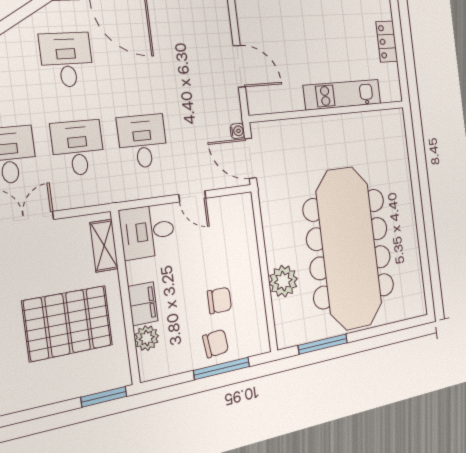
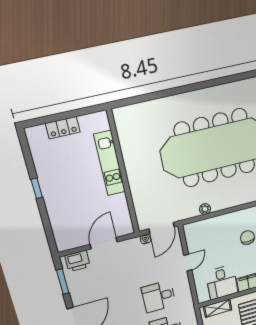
printer: (218, 22) -> (78, 261), added
desk: (148, 232) -> (222, 282), moved
plant: (283, 281) -> (205, 209), moved, width x0.53, depth x0.53

